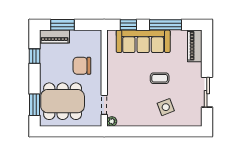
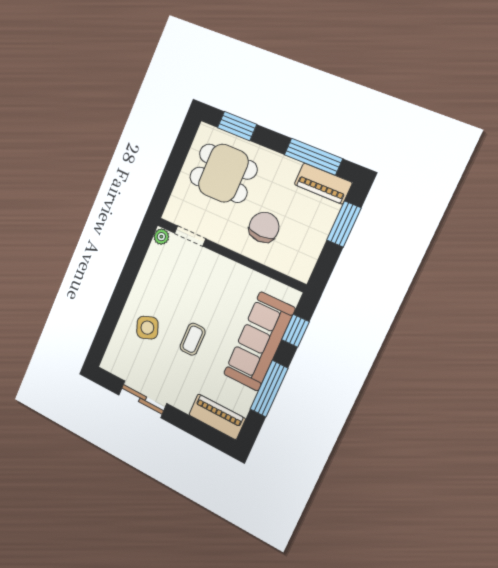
piano: (54, 37) -> (323, 184), moved, turned -90
window: (34, 56) -> (313, 157), width x2.17
dining table: (63, 101) -> (223, 173), width x0.73

